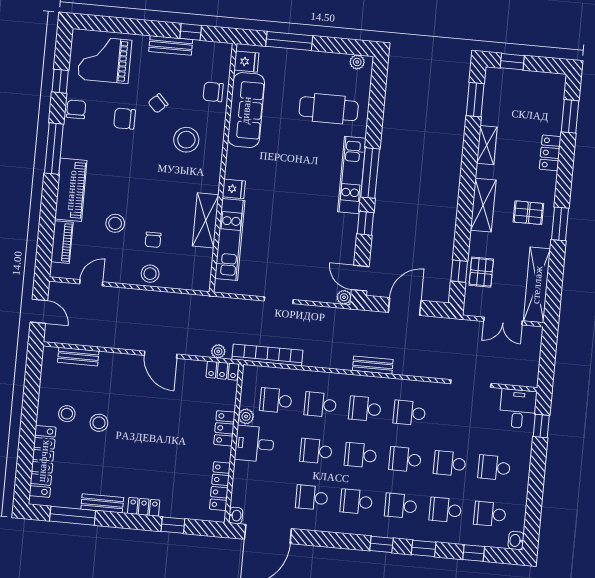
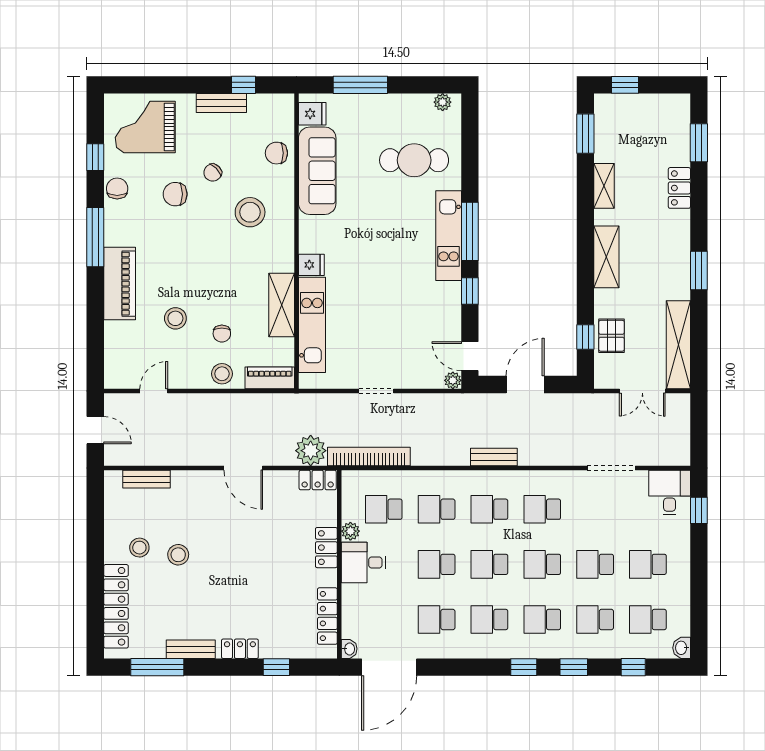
pallet: (528, 213) -> (660, 261), removed
piano: (62, 242) -> (270, 378), moved, turned -90
plant: (218, 351) -> (311, 451), width x1.87, depth x1.87

